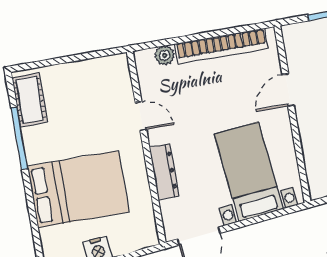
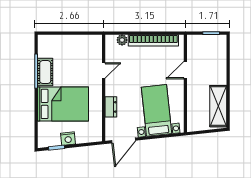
cot: (30, 100) -> (45, 72), moved
door: (141, 116) -> (104, 70), hinge flipped
dresser: (164, 171) -> (111, 107), width x0.70

